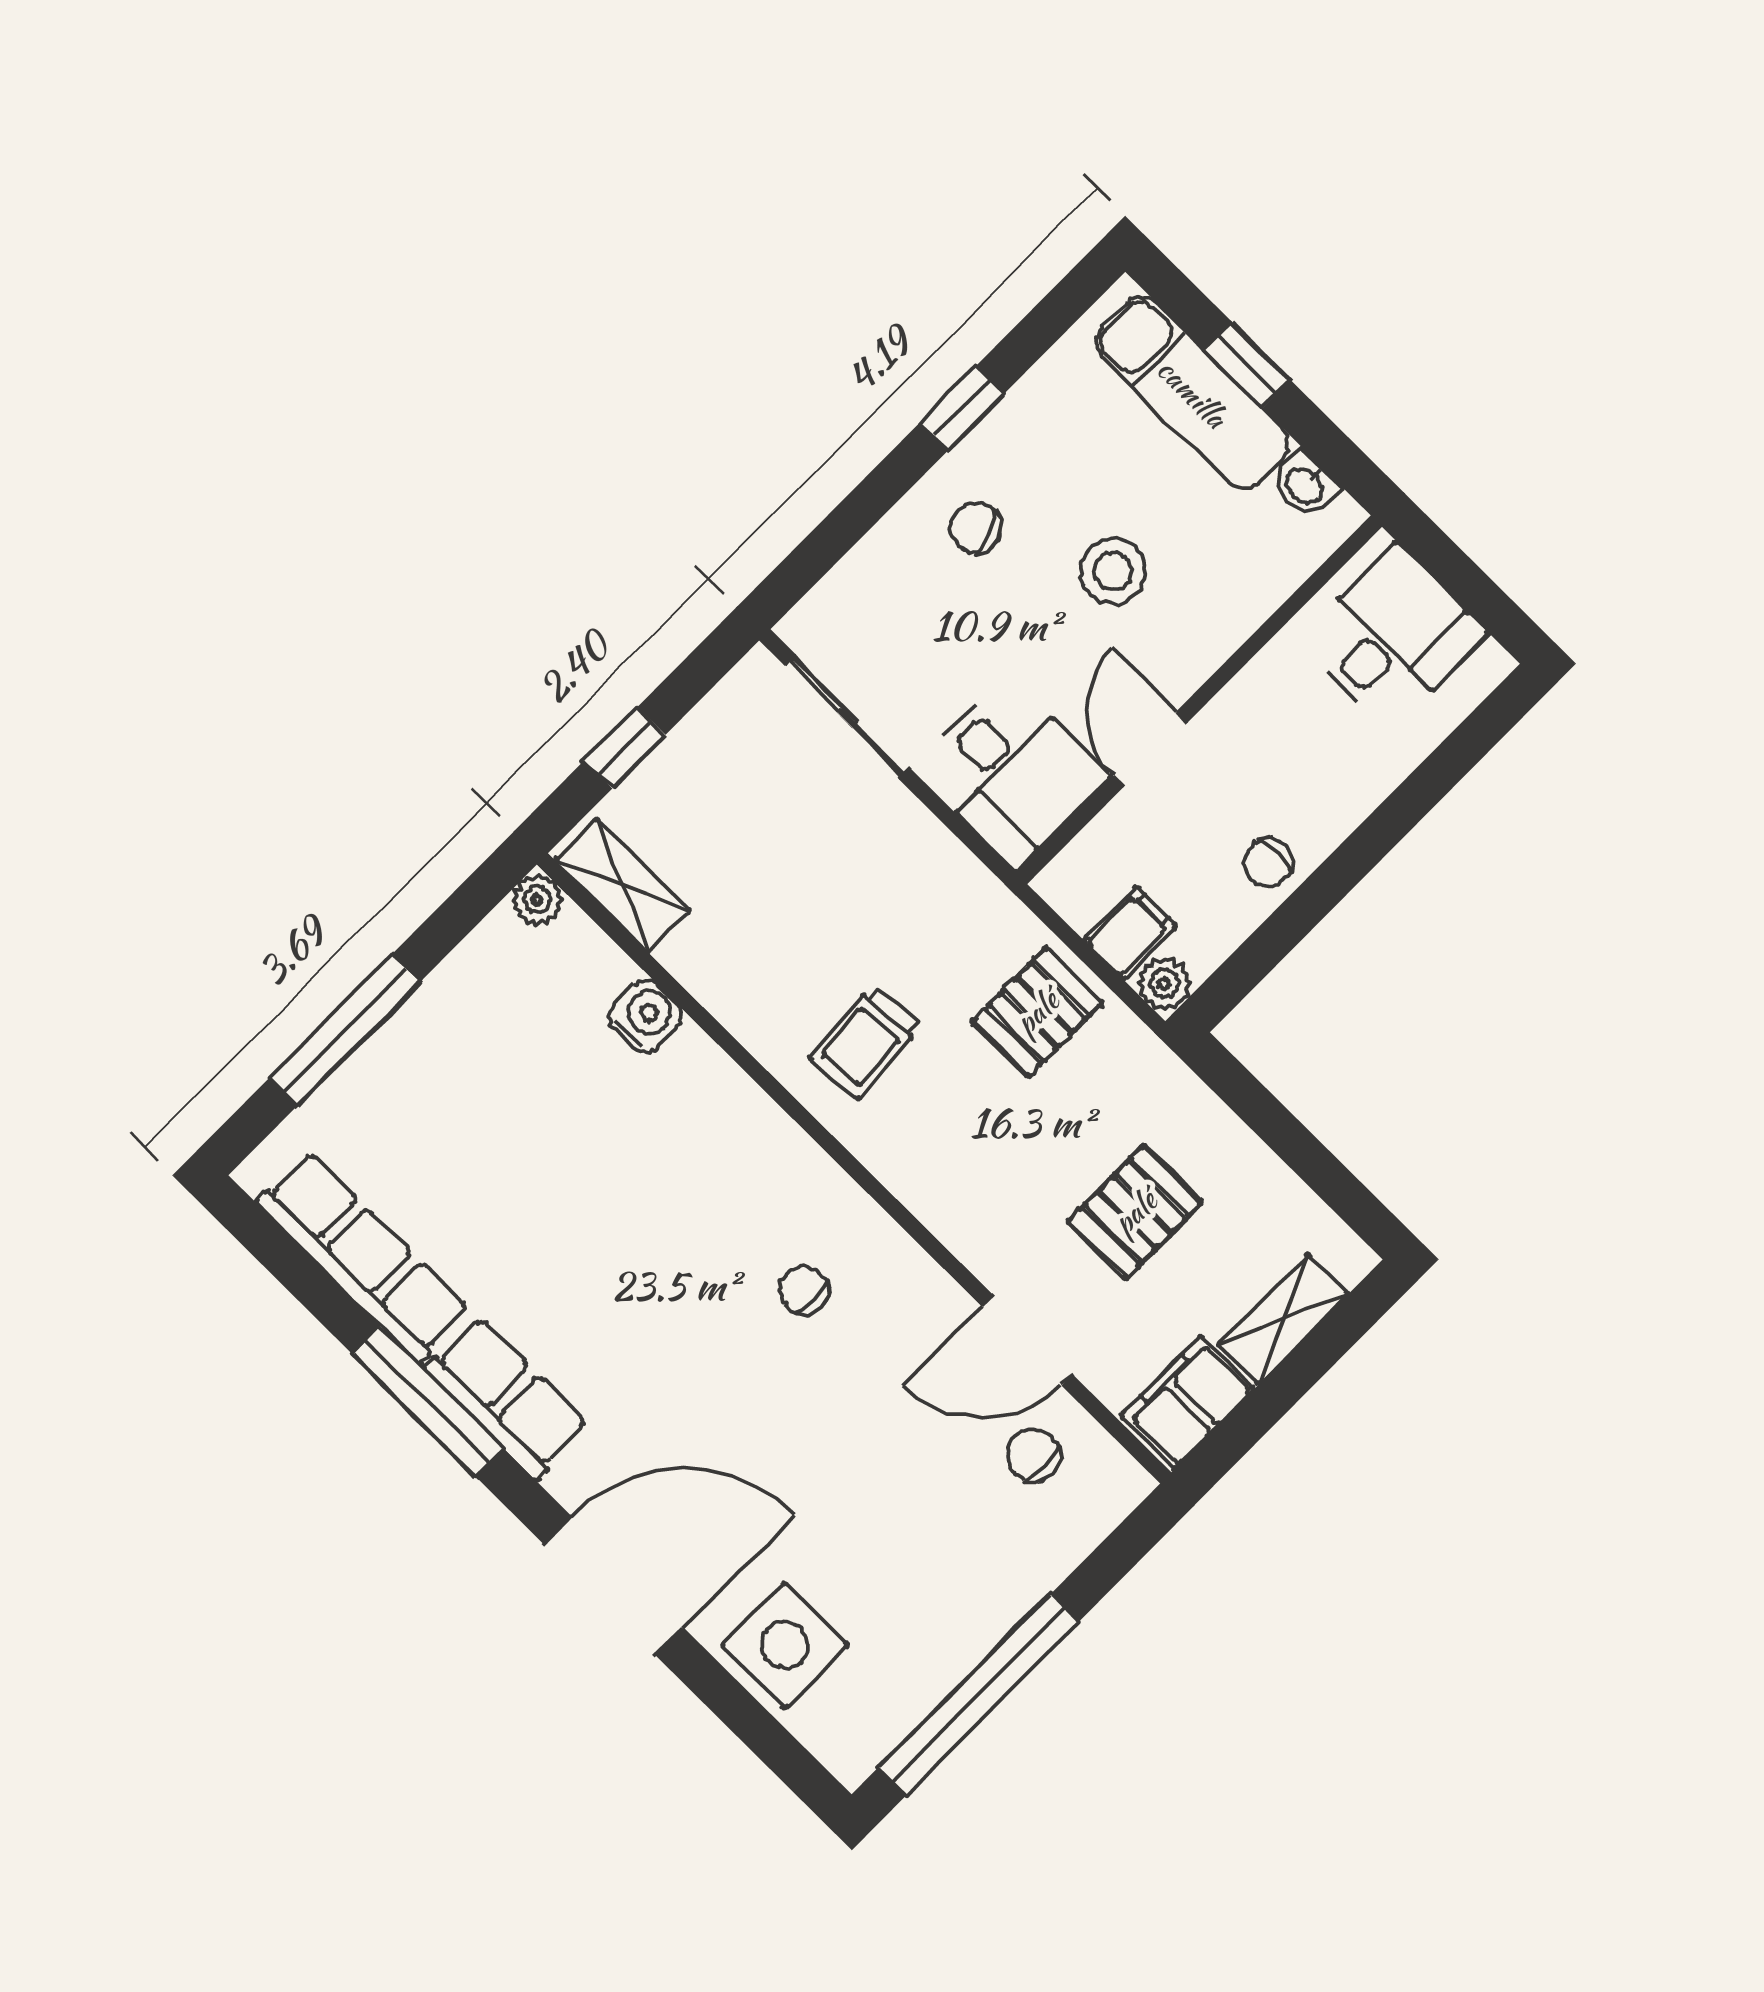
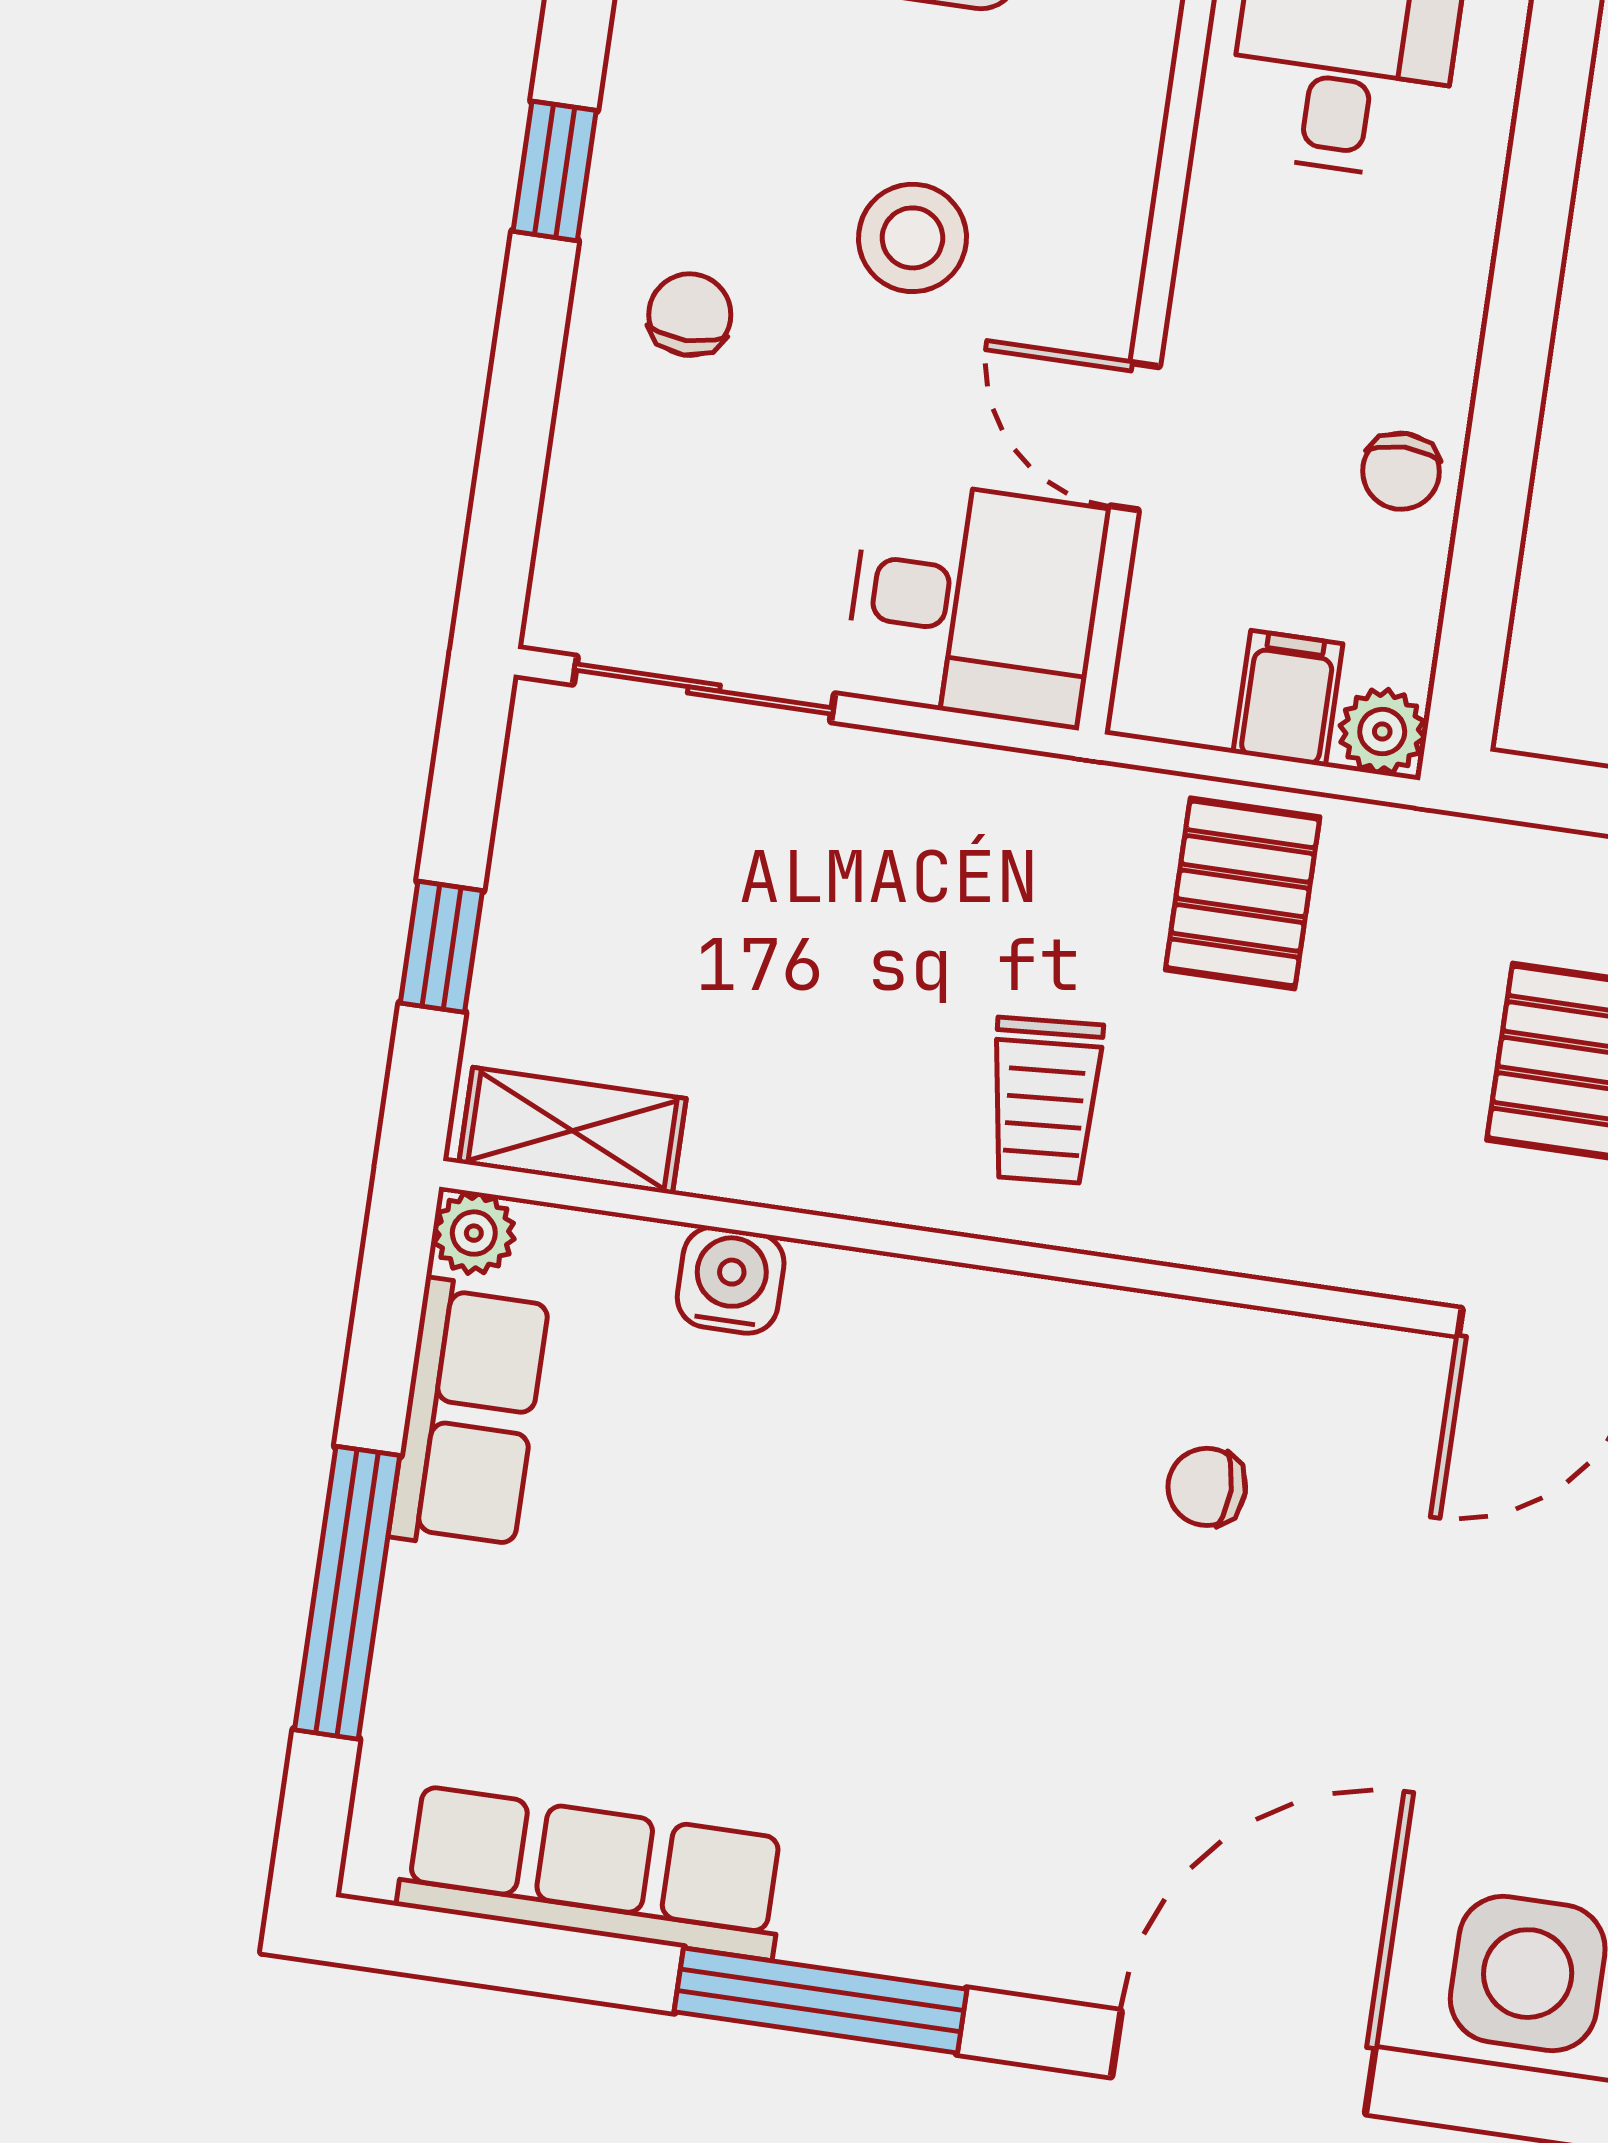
chair: (976, 528) -> (690, 315), turned 111
row of seats: (507, 1398) -> (469, 1416), moved, turned 90

